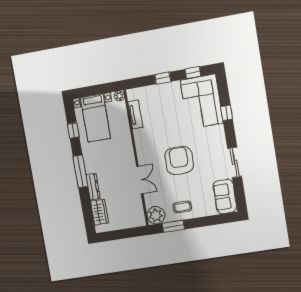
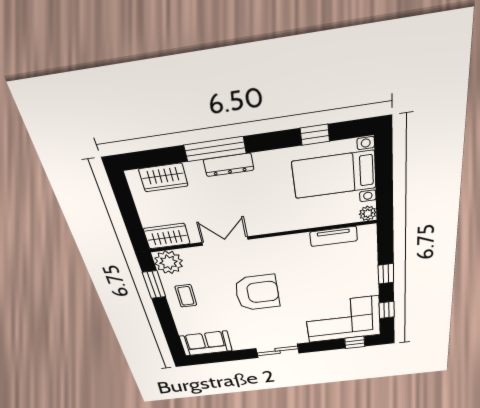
window: (227, 113) -> (355, 342), moved
sliding door: (235, 162) -> (278, 351), moved
window: (80, 171) -> (215, 149), moved
double door: (140, 180) -> (225, 241), swing flipped
dresser: (93, 187) -> (229, 165), moved
wardrobe: (137, 214) -> (167, 236), added

